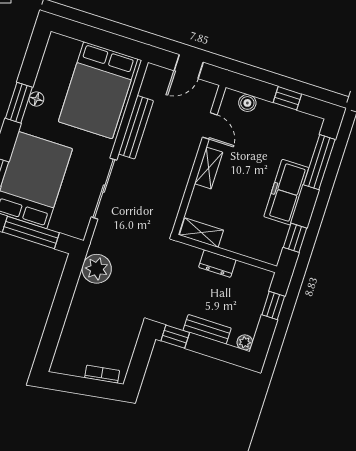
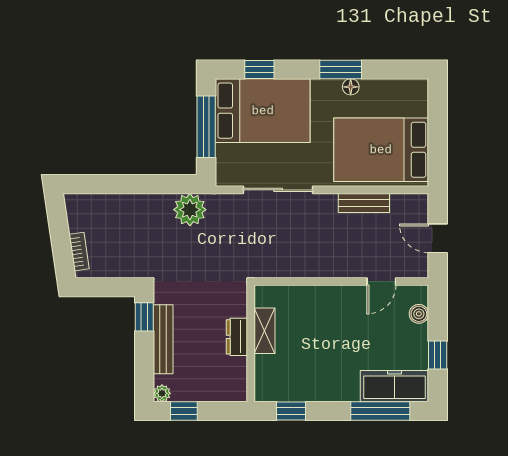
bench: (136, 127) -> (364, 203), width x0.73
shelving: (209, 168) -> (336, 295), removed
freezer: (286, 192) -> (394, 386), moved
shelving: (201, 233) -> (265, 331), moved
window: (273, 305) -> (184, 411), moved
bench: (207, 329) -> (163, 339), width x1.36

